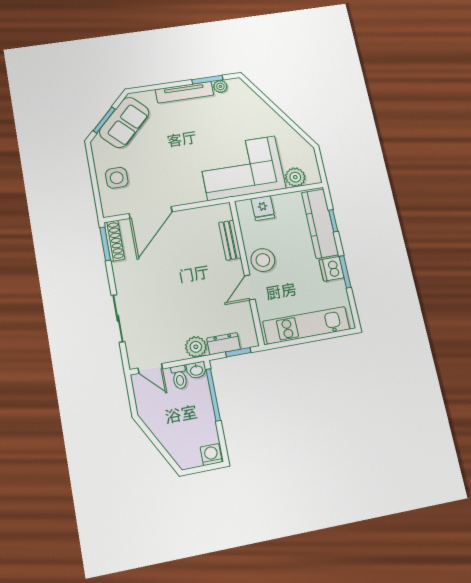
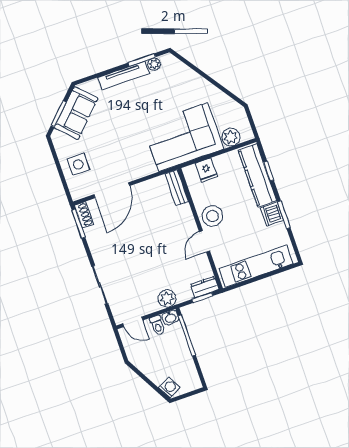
bench: (230, 240) -> (177, 188), moved
shoe rack: (114, 241) -> (84, 215), width x0.70
dresser: (224, 344) -> (205, 287), moved
washing machine: (211, 455) -> (169, 387), moved, turned 61

